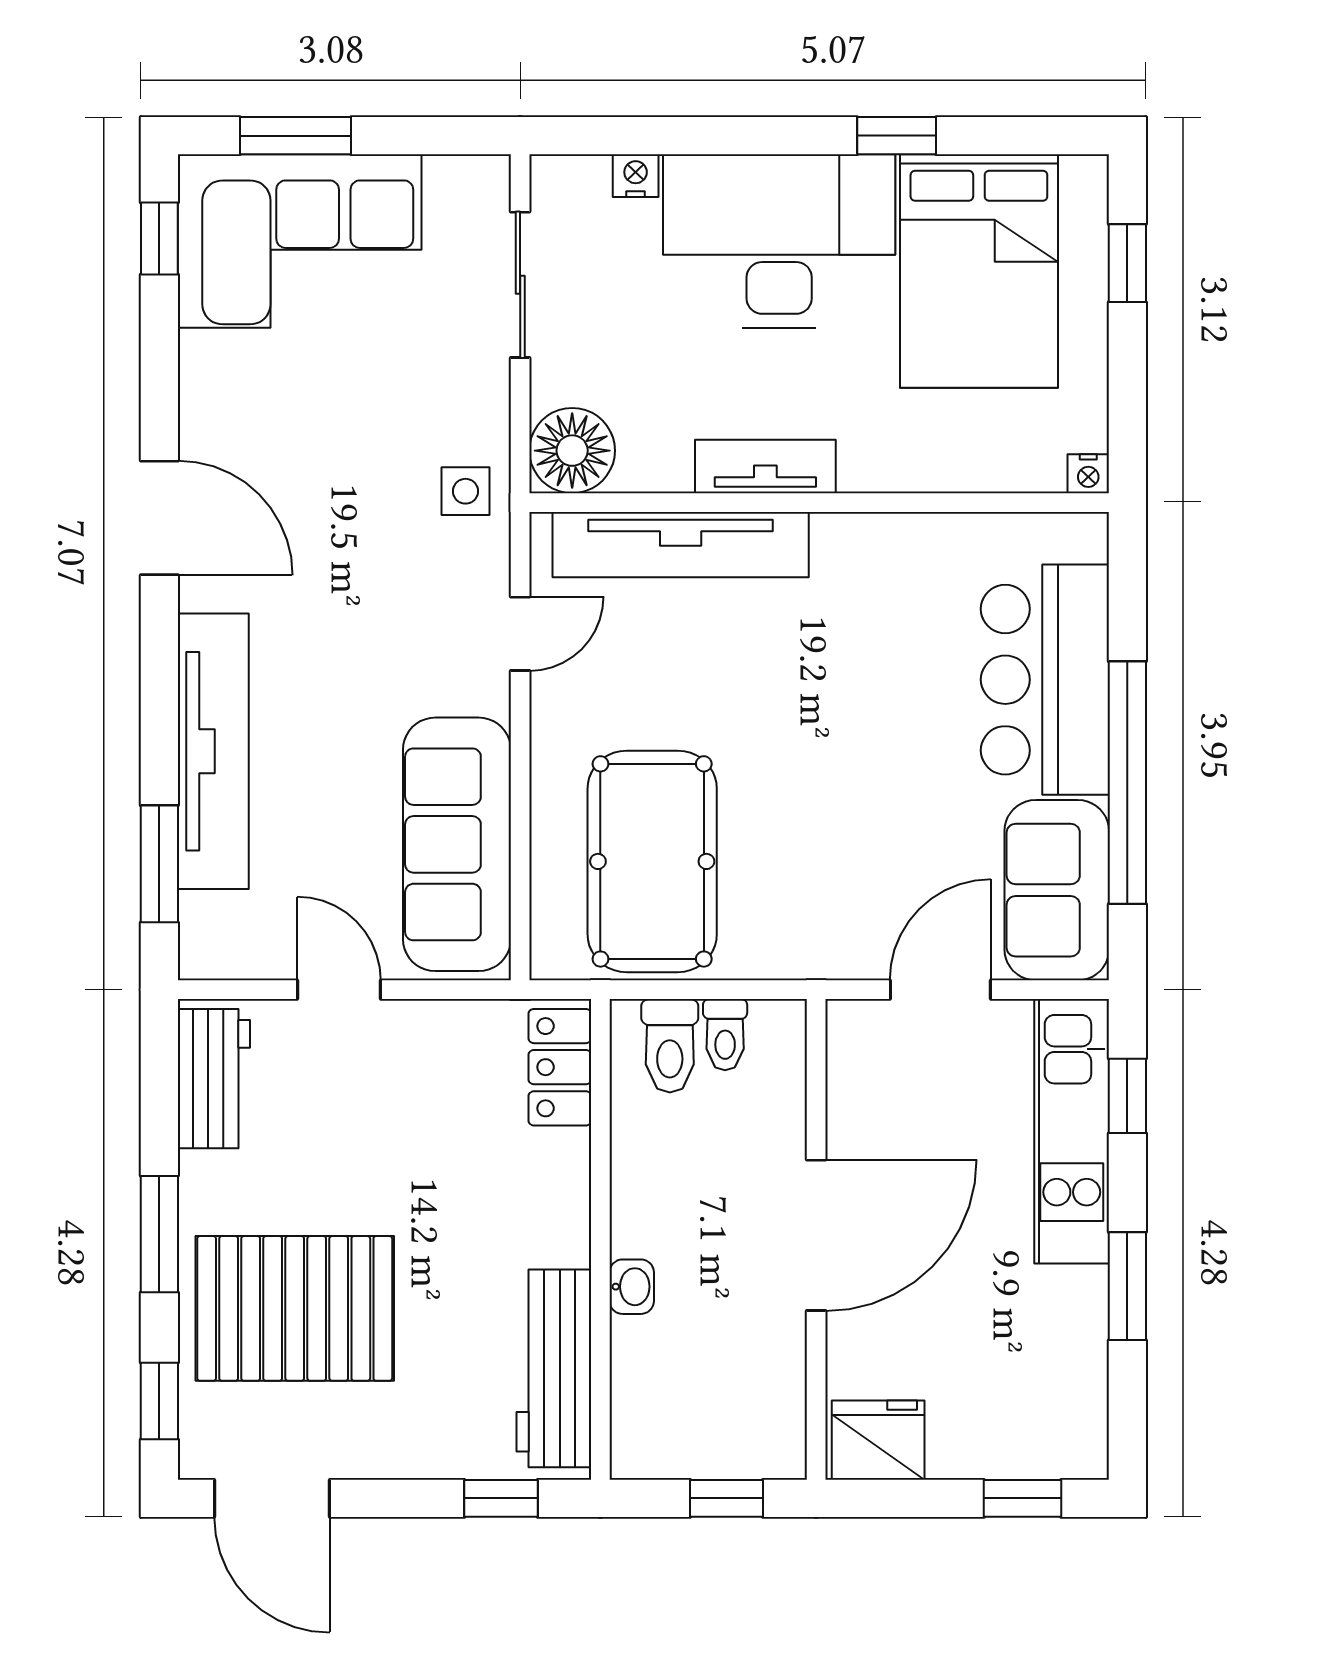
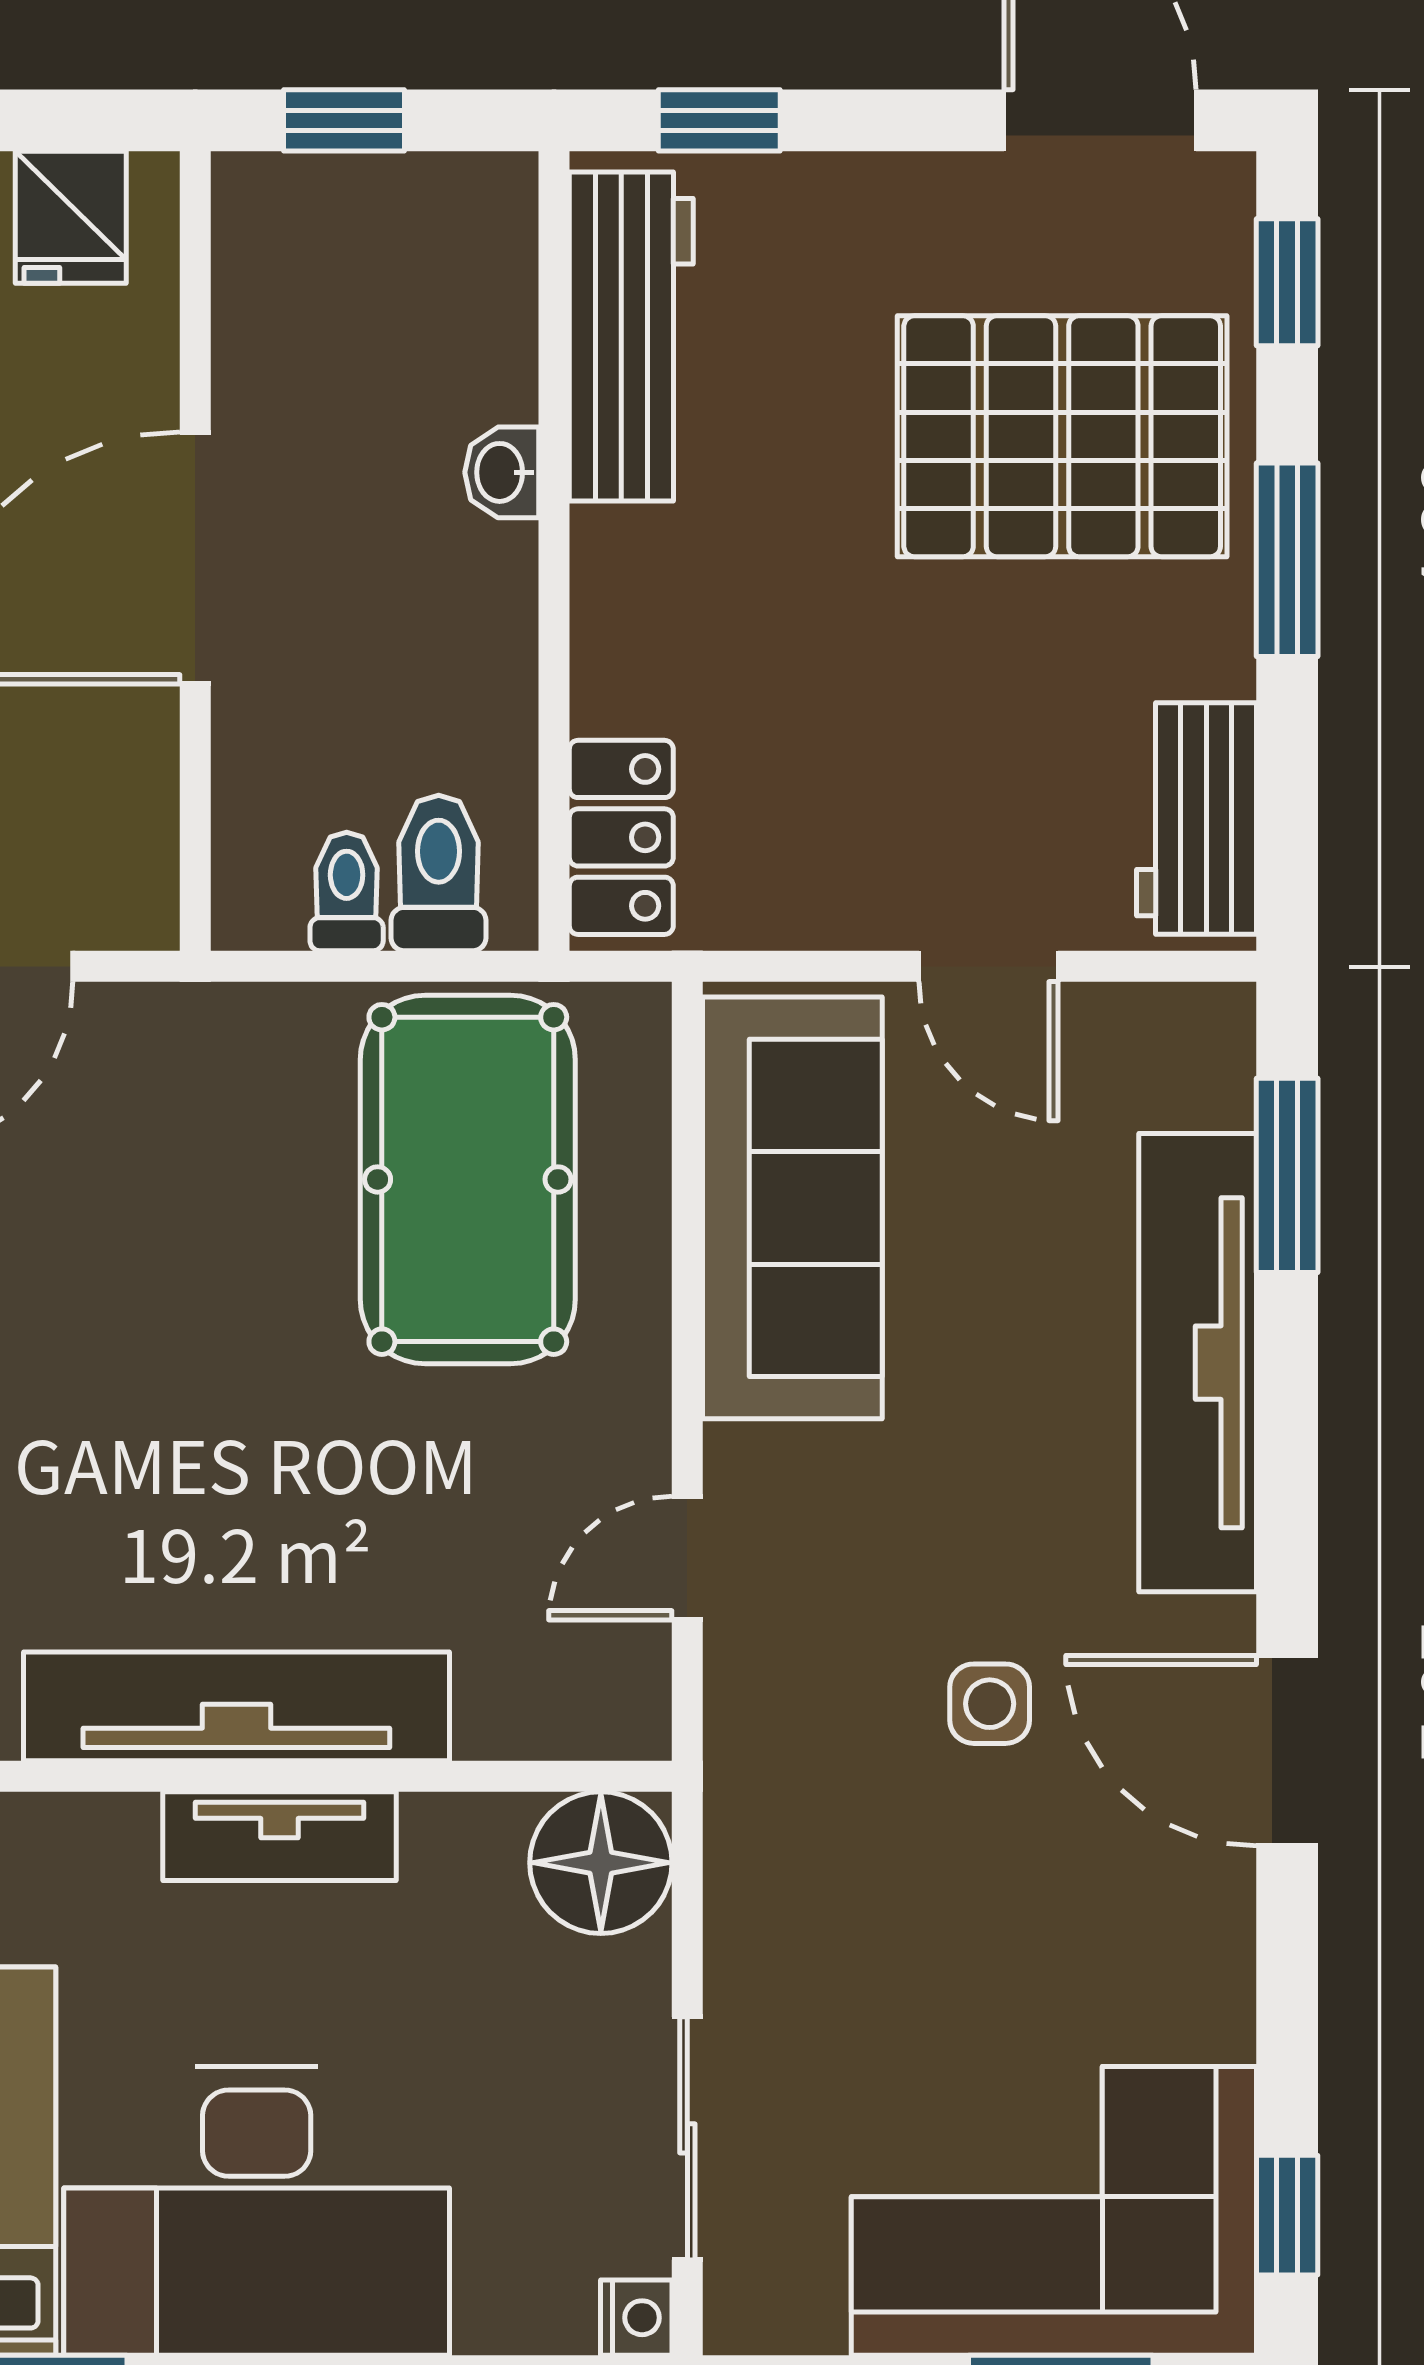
nightstand: (636, 176) -> (636, 2318), moved, turned -90
side table: (465, 491) -> (990, 1704), moved
tv unit: (681, 545) -> (236, 1706), moved
fridge: (878, 1440) -> (71, 217), width x0.72

